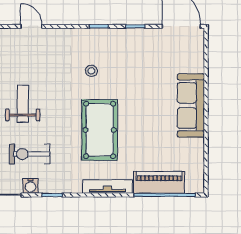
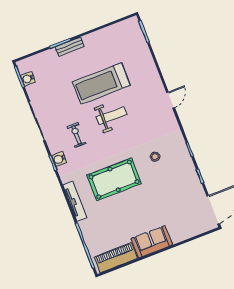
sofa: (191, 105) -> (152, 242), width x0.73
exercise bike: (30, 154) -> (77, 135), width x0.73, depth x0.72
piano: (159, 182) -> (116, 258), moved, turned -90
water cooler: (31, 186) -> (59, 159), moved

